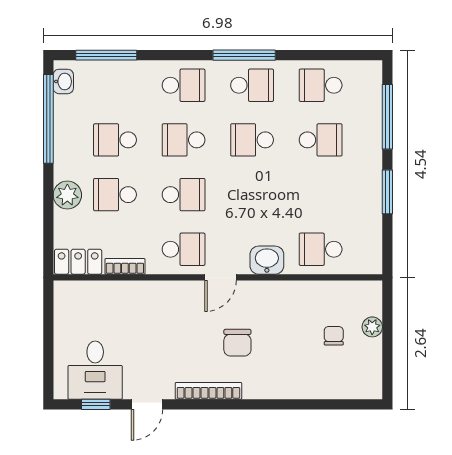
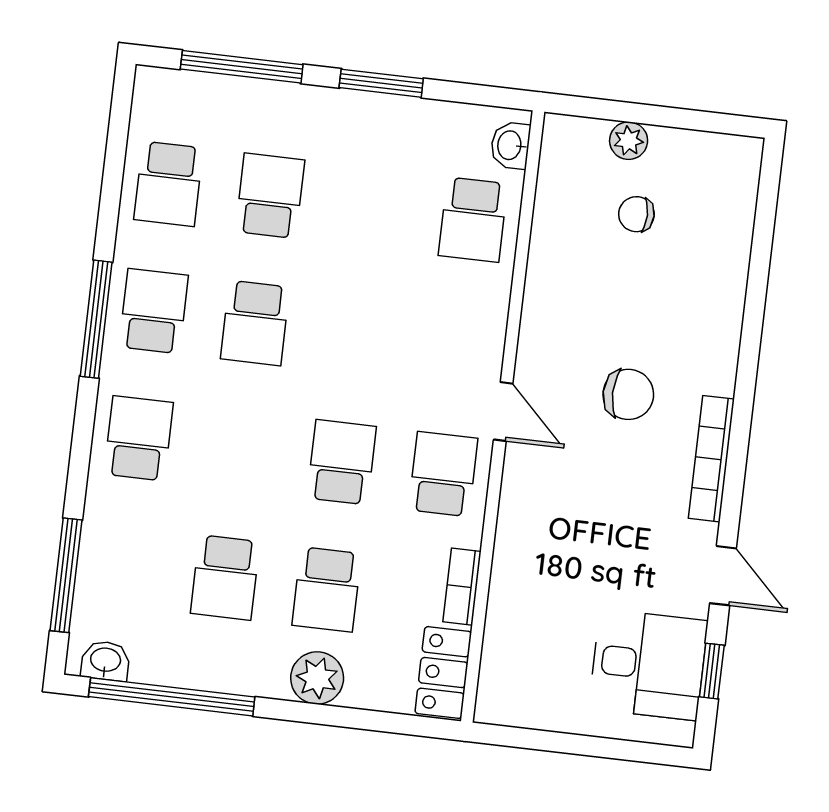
school desk: (184, 140) -> (240, 450), removed
washbasin: (267, 260) -> (510, 145), moved, width x0.72, depth x0.69

